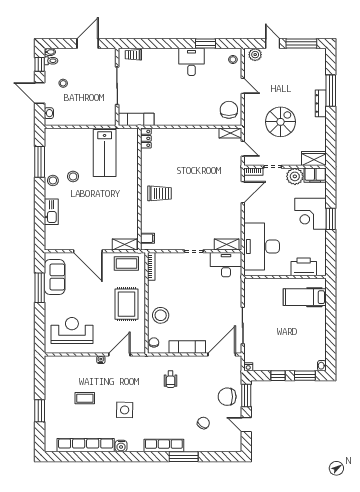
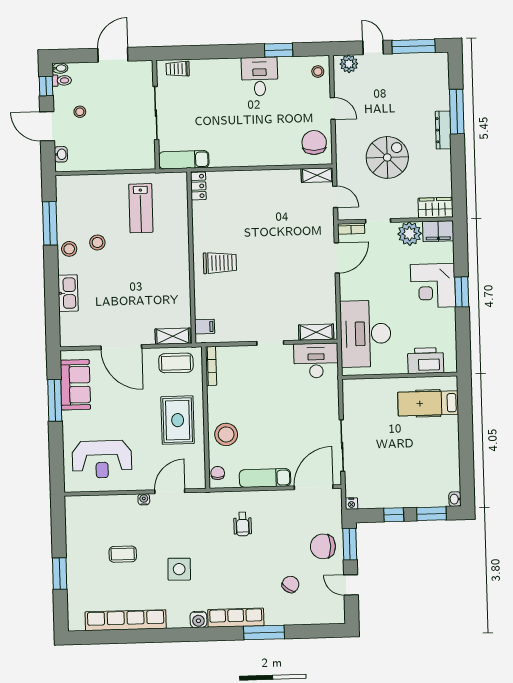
lab bench: (105, 153) -> (141, 208), width x0.73, depth x0.72
reception desk: (72, 330) -> (102, 459), turned 180
water cooler: (121, 446) -> (198, 619), moved

